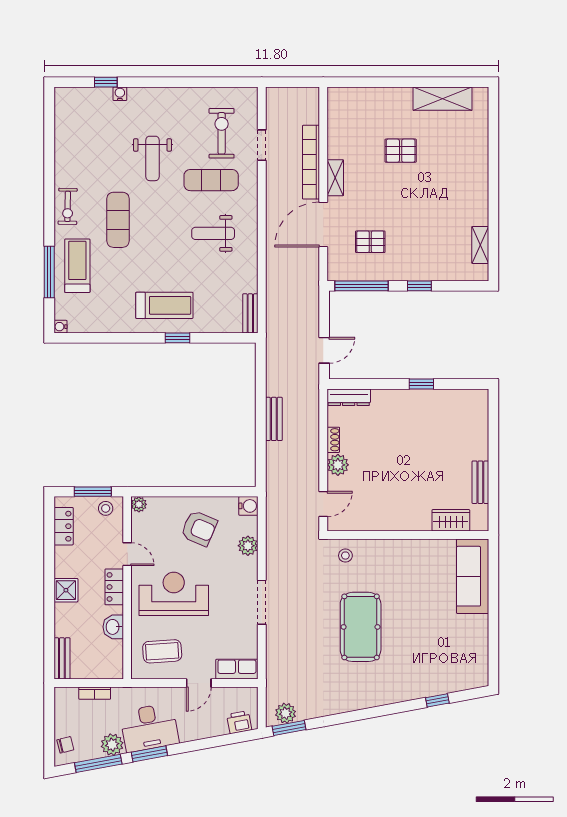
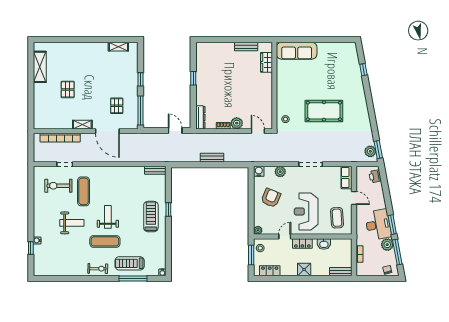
bookcase: (311, 162) -> (60, 138), moved
weight bench: (213, 233) -> (108, 217), moved, turned 180

